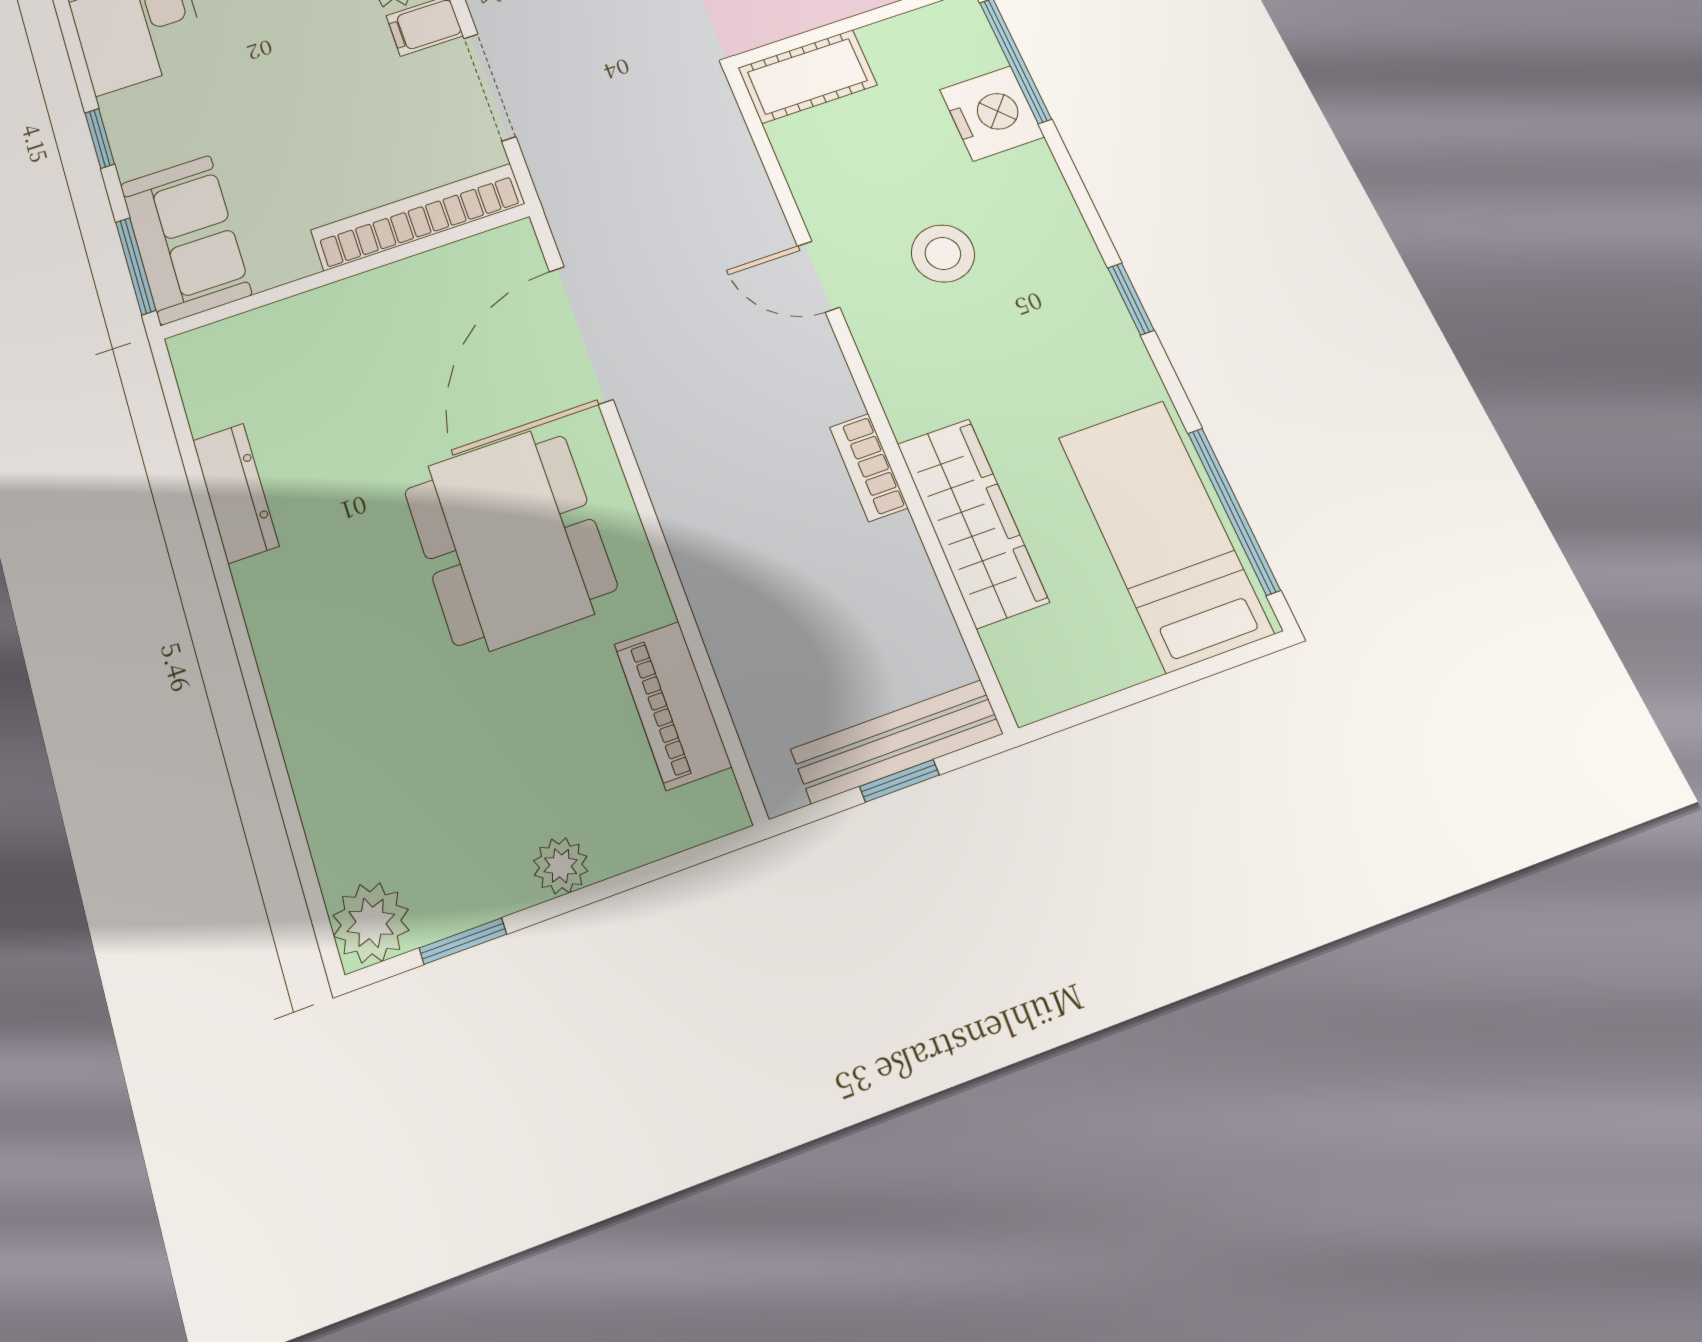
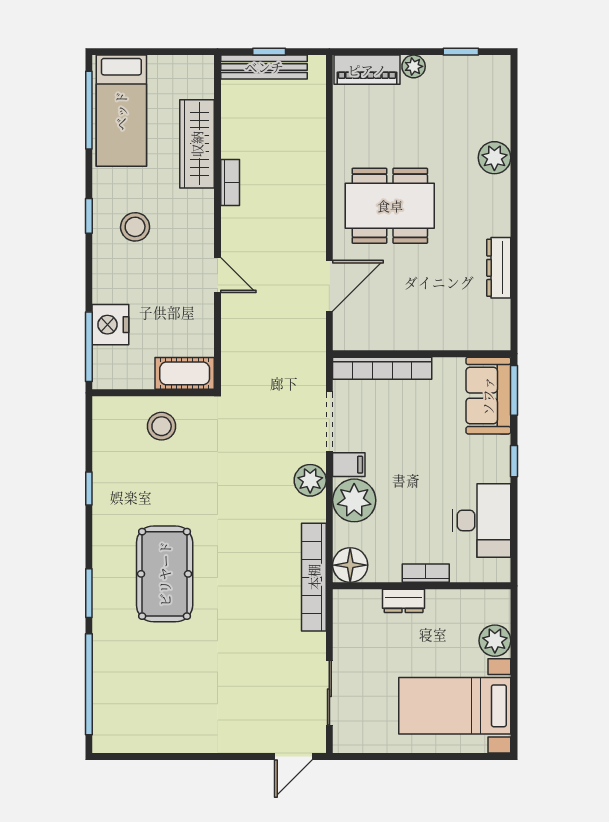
stool: (943, 253) -> (135, 227), moved
door: (581, 335) -> (329, 286), width x0.73
dining table: (510, 539) -> (390, 206), turned 90
piano: (673, 705) -> (367, 70), moved, turned 90
plant: (371, 923) -> (494, 158), moved

